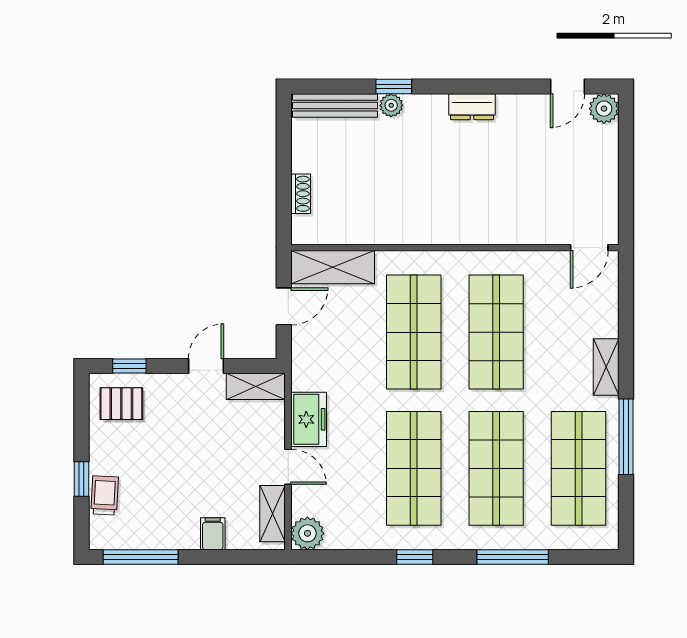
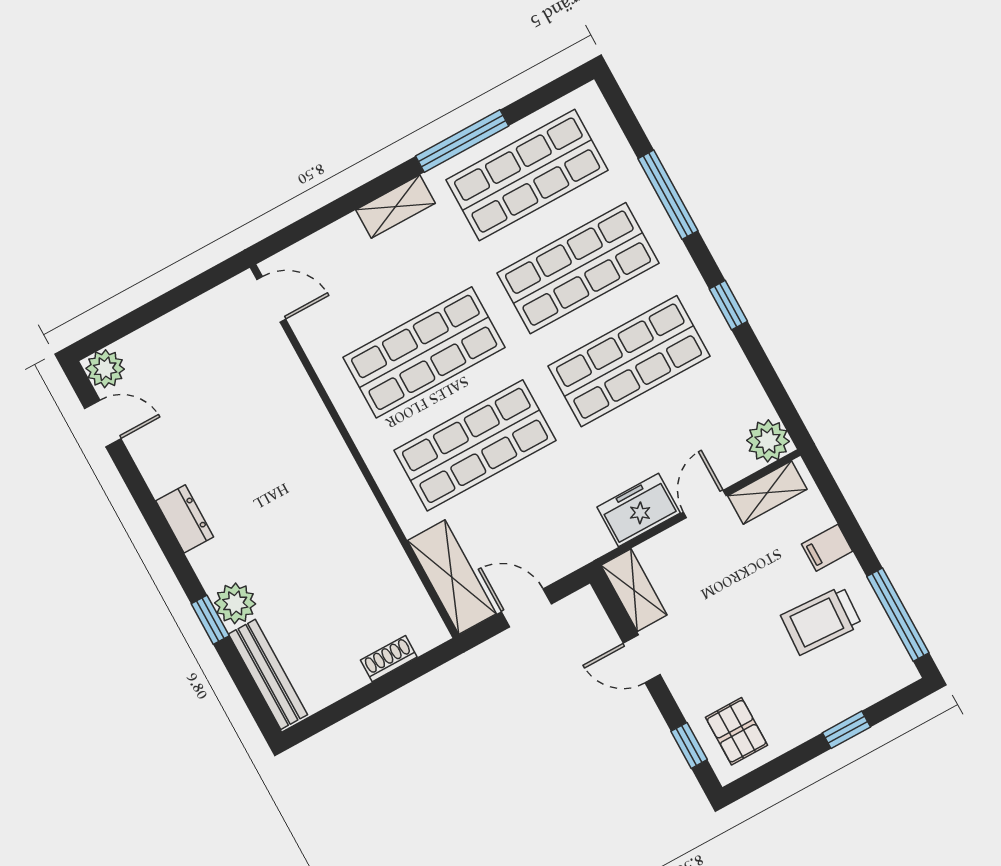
plant: (391, 105) -> (235, 603), width x1.38, depth x1.38
trolley: (105, 495) -> (821, 620), moved, width x1.36, depth x1.39

